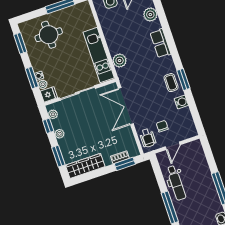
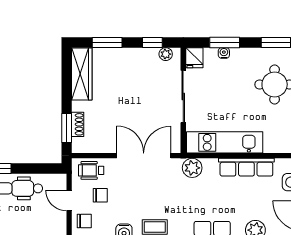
row of seats: (110, 35) -> (246, 167), added
plant: (120, 61) -> (192, 168), moved
plant: (43, 84) -> (211, 54), removed
chair: (183, 131) -> (84, 221), added
plant: (59, 134) -> (137, 54), removed

